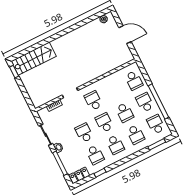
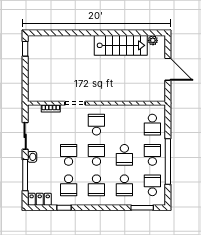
stairs: (34, 59) -> (121, 45), moved

